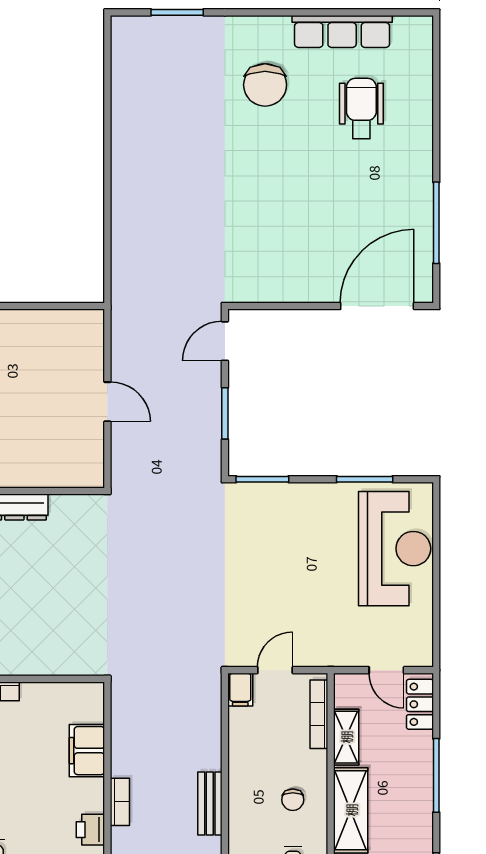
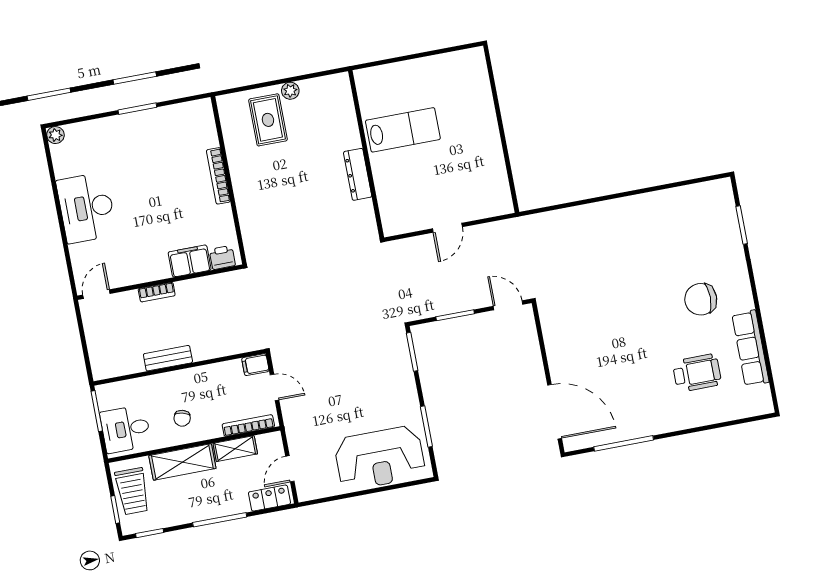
chair: (293, 800) -> (182, 418), turned -76
printer: (90, 830) -> (222, 257), moved

